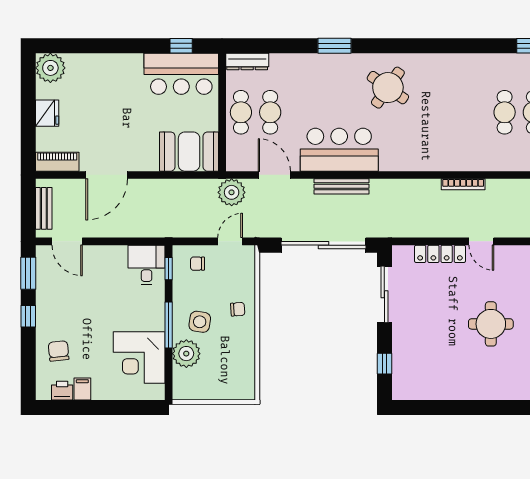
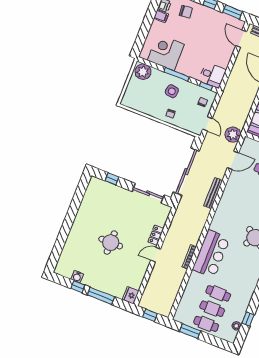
bar counter: (339, 150) -> (211, 254), moved
door: (67, 241) -> (241, 39), hinge flipped
locker: (440, 254) -> (156, 235), width x0.66
plant: (186, 354) -> (143, 72), moved

